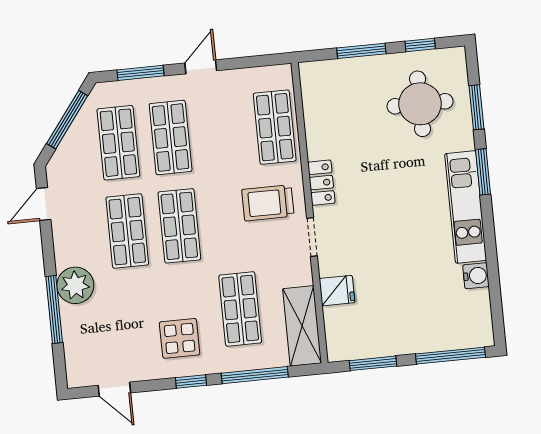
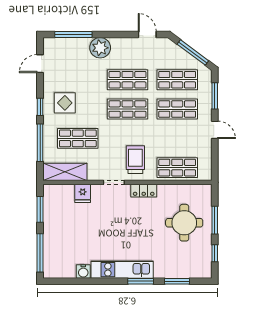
round table: (420, 104) -> (184, 223), moved
window: (54, 310) -> (73, 35), moved

